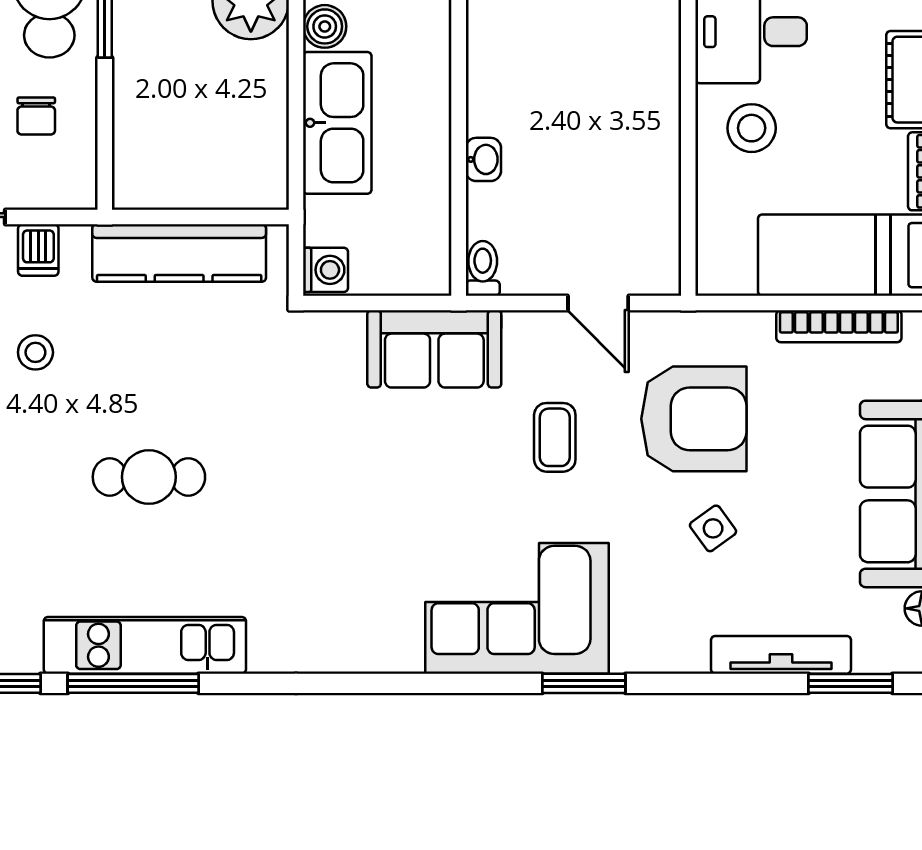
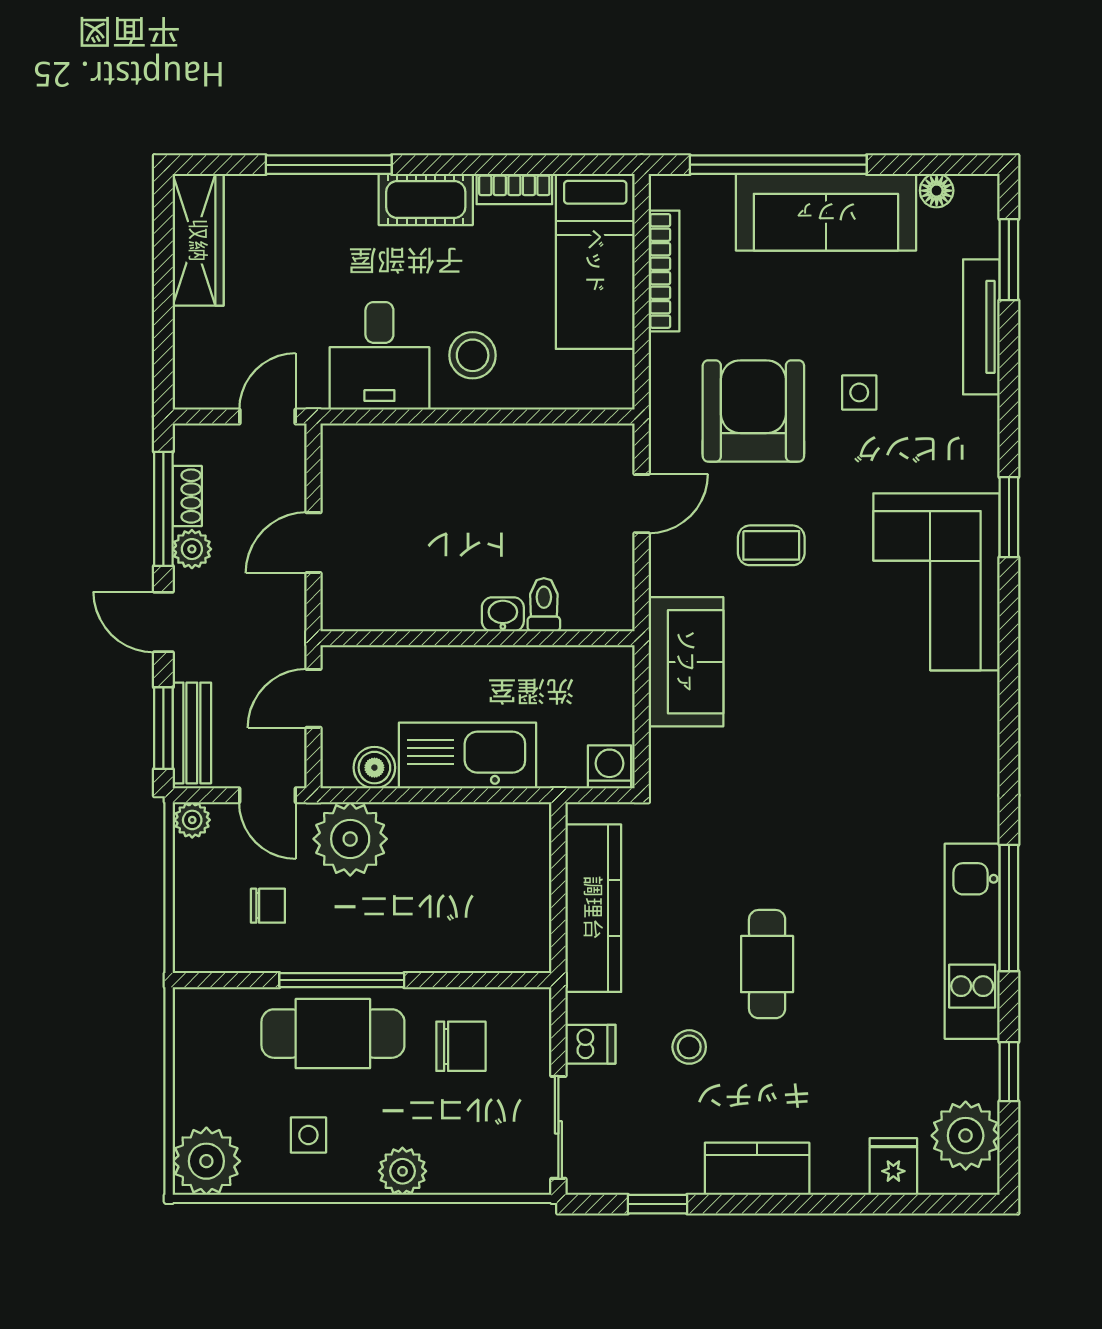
chair: (36, 116) -> (461, 1046), width x1.37, depth x1.37
toilet: (483, 268) -> (544, 605), moved, turned 90
cafe table: (149, 477) -> (767, 964), moved
side table: (713, 528) -> (859, 392), turned 36
window: (133, 683) -> (1009, 908), moved

